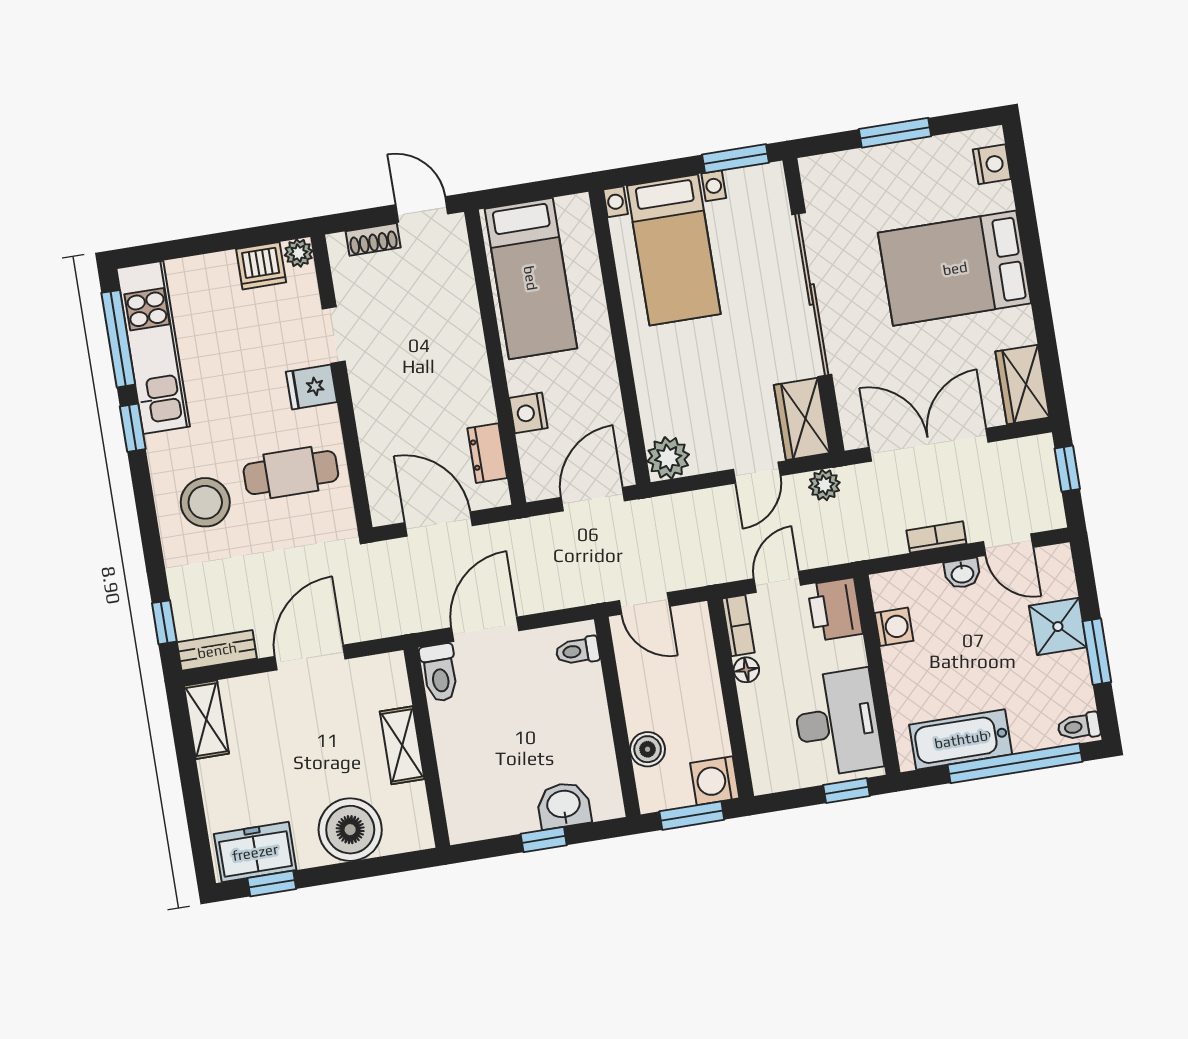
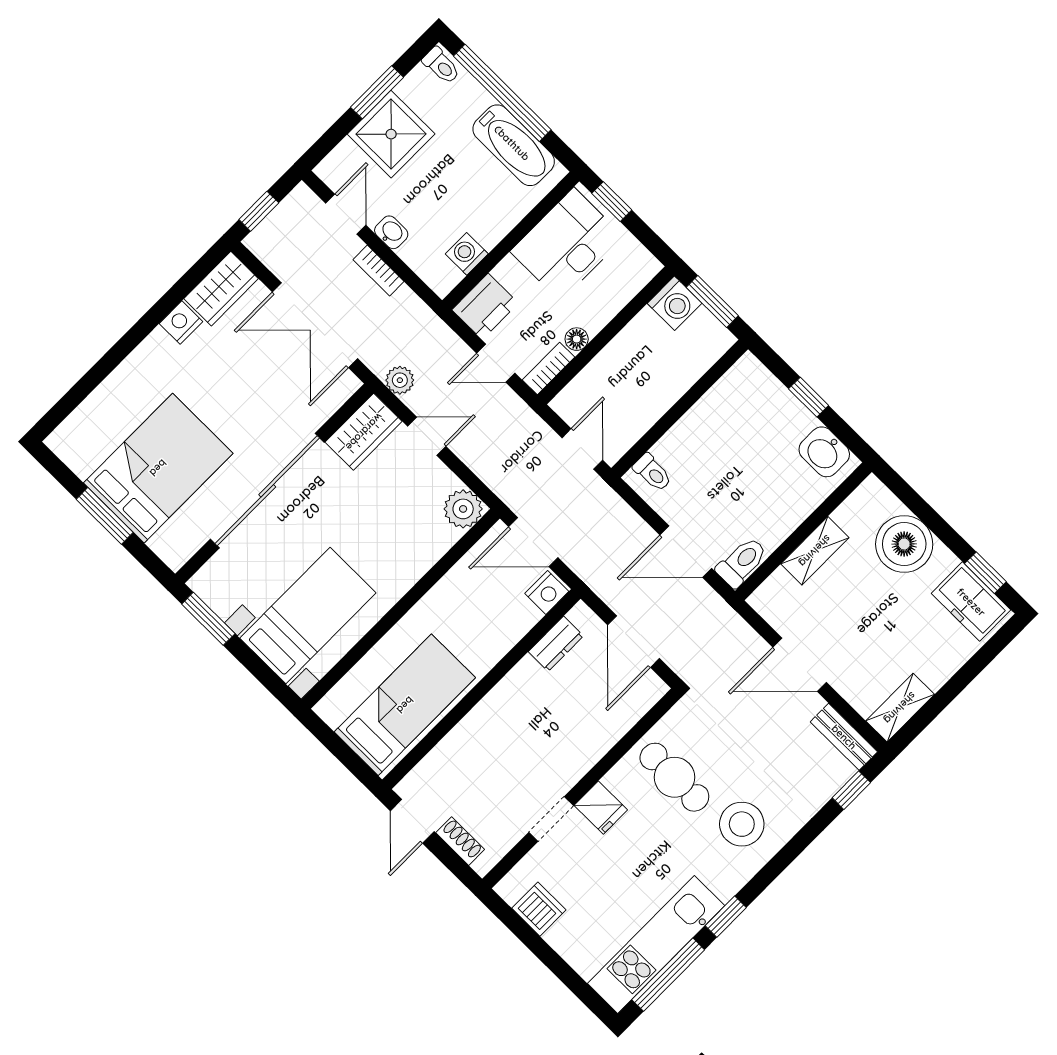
nightstand: (992, 164) -> (181, 323), moved
plant: (299, 253) -> (510, 888), removed
bed: (955, 268) -> (158, 468), moved, turned -90
nightstand: (528, 413) -> (547, 592), moved
shower: (1058, 627) -> (391, 134), width x1.36, depth x1.36
boiler: (648, 749) -> (687, 369), removed
washbasin: (564, 805) -> (824, 452), moved

